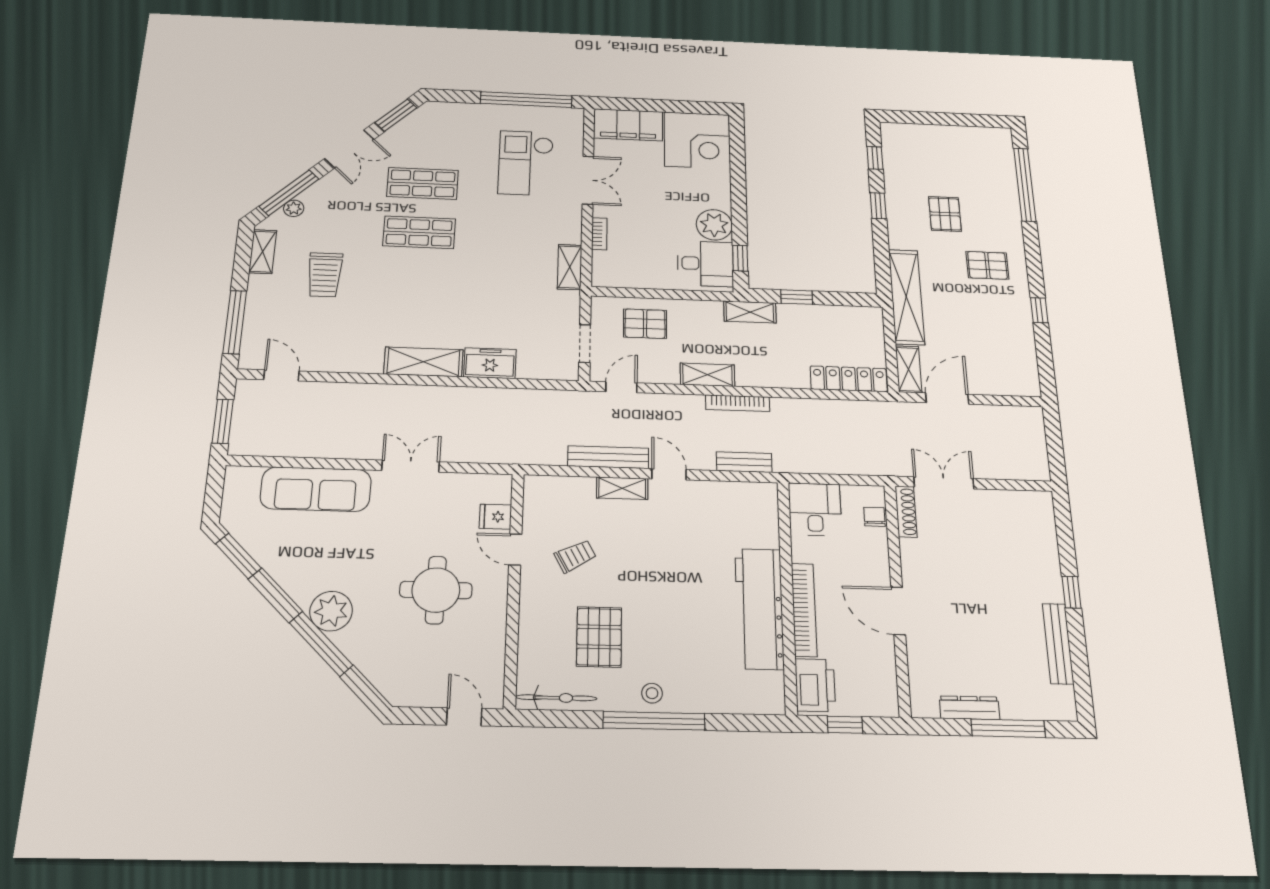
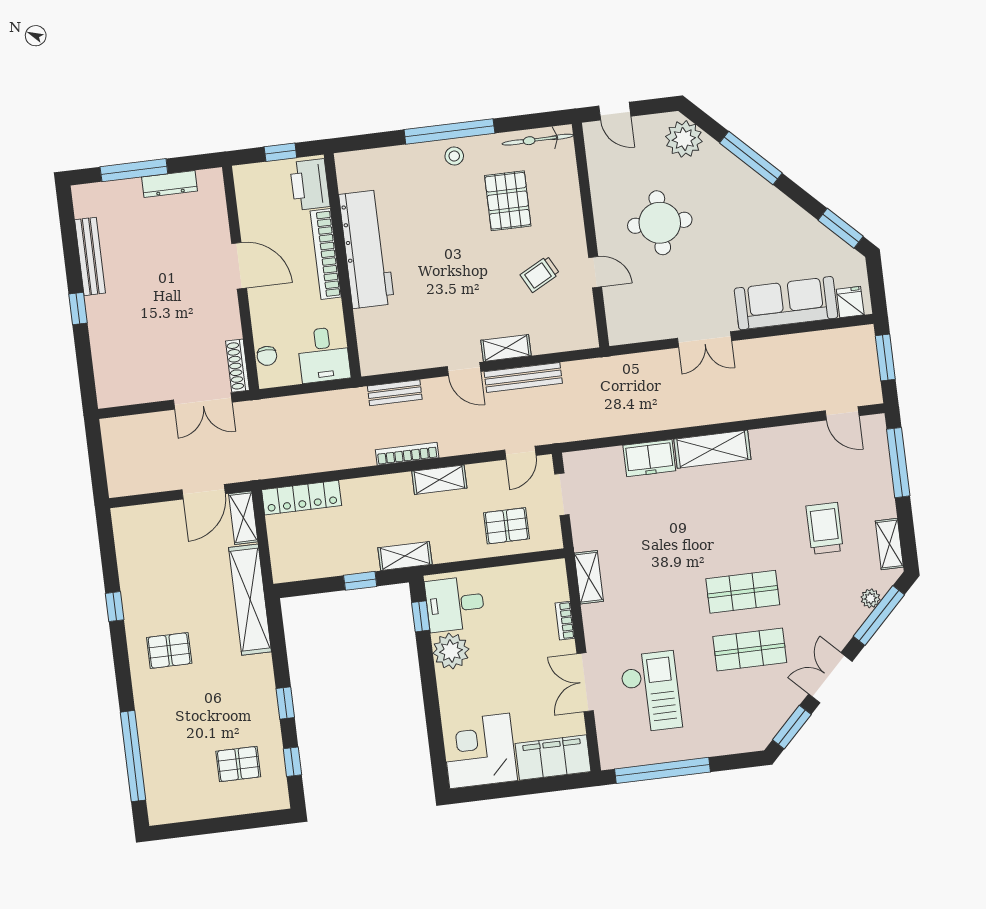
pallet: (945, 214) -> (238, 764), moved, turned 90
fridge: (495, 517) -> (850, 302), moved, turned -90
plant: (331, 611) -> (684, 139), moved

